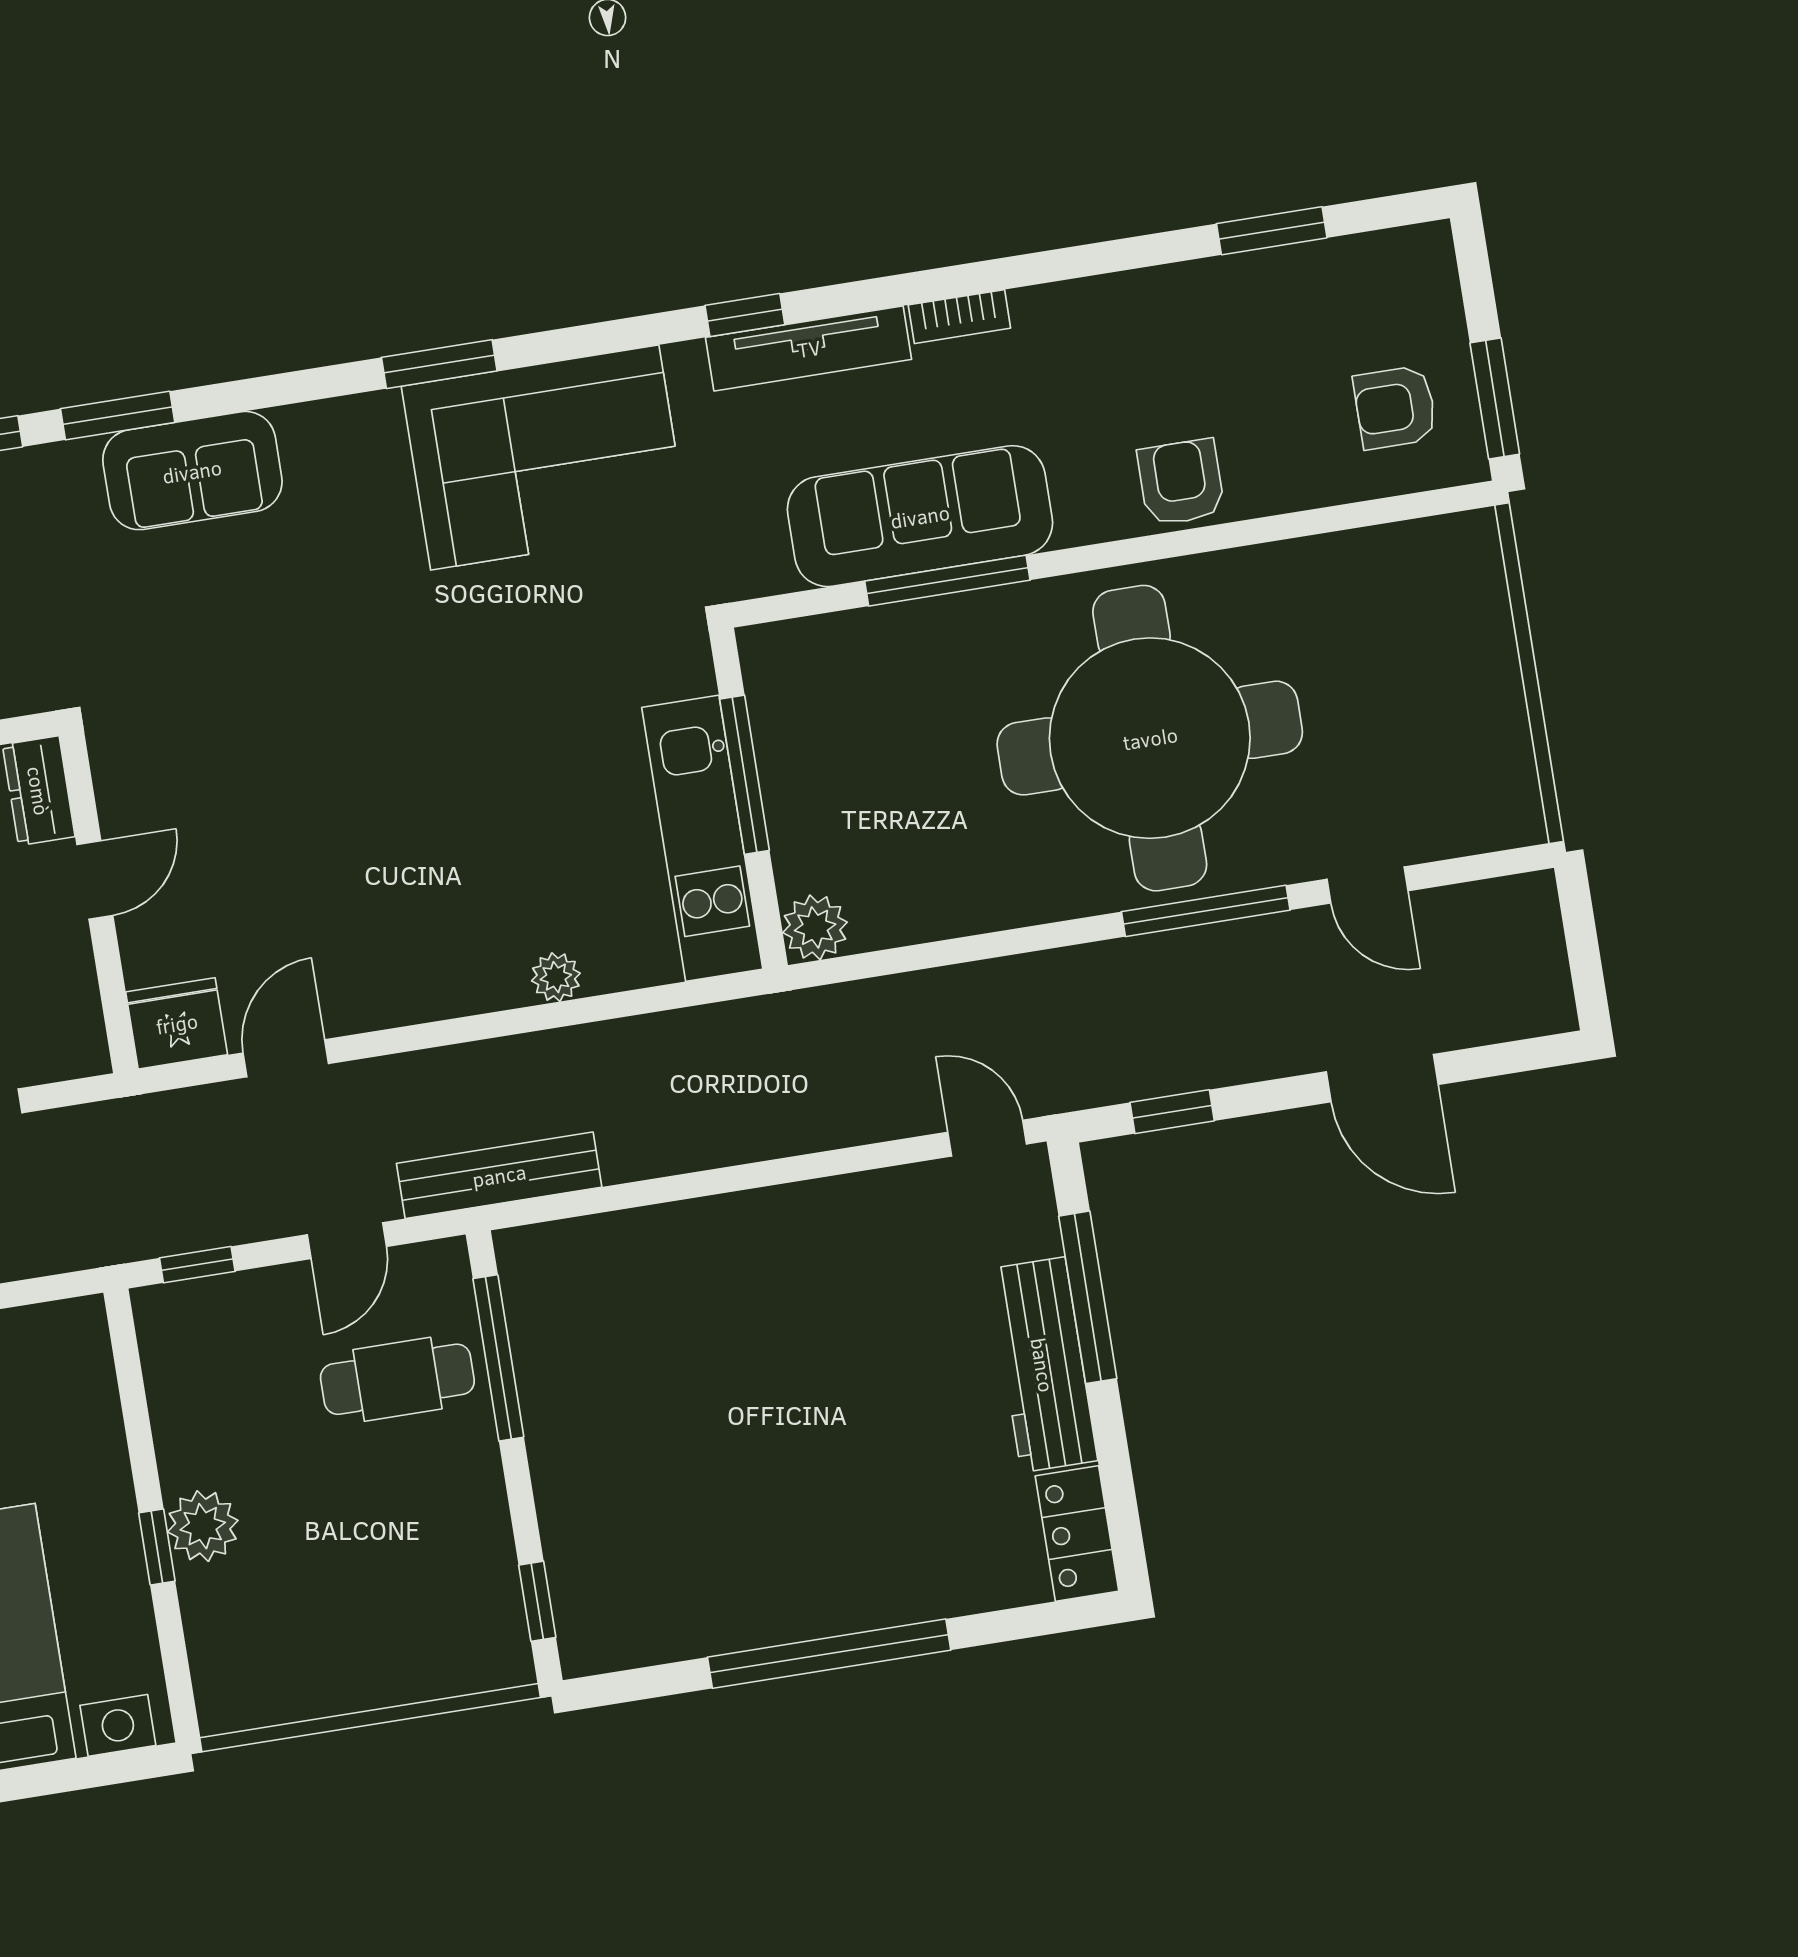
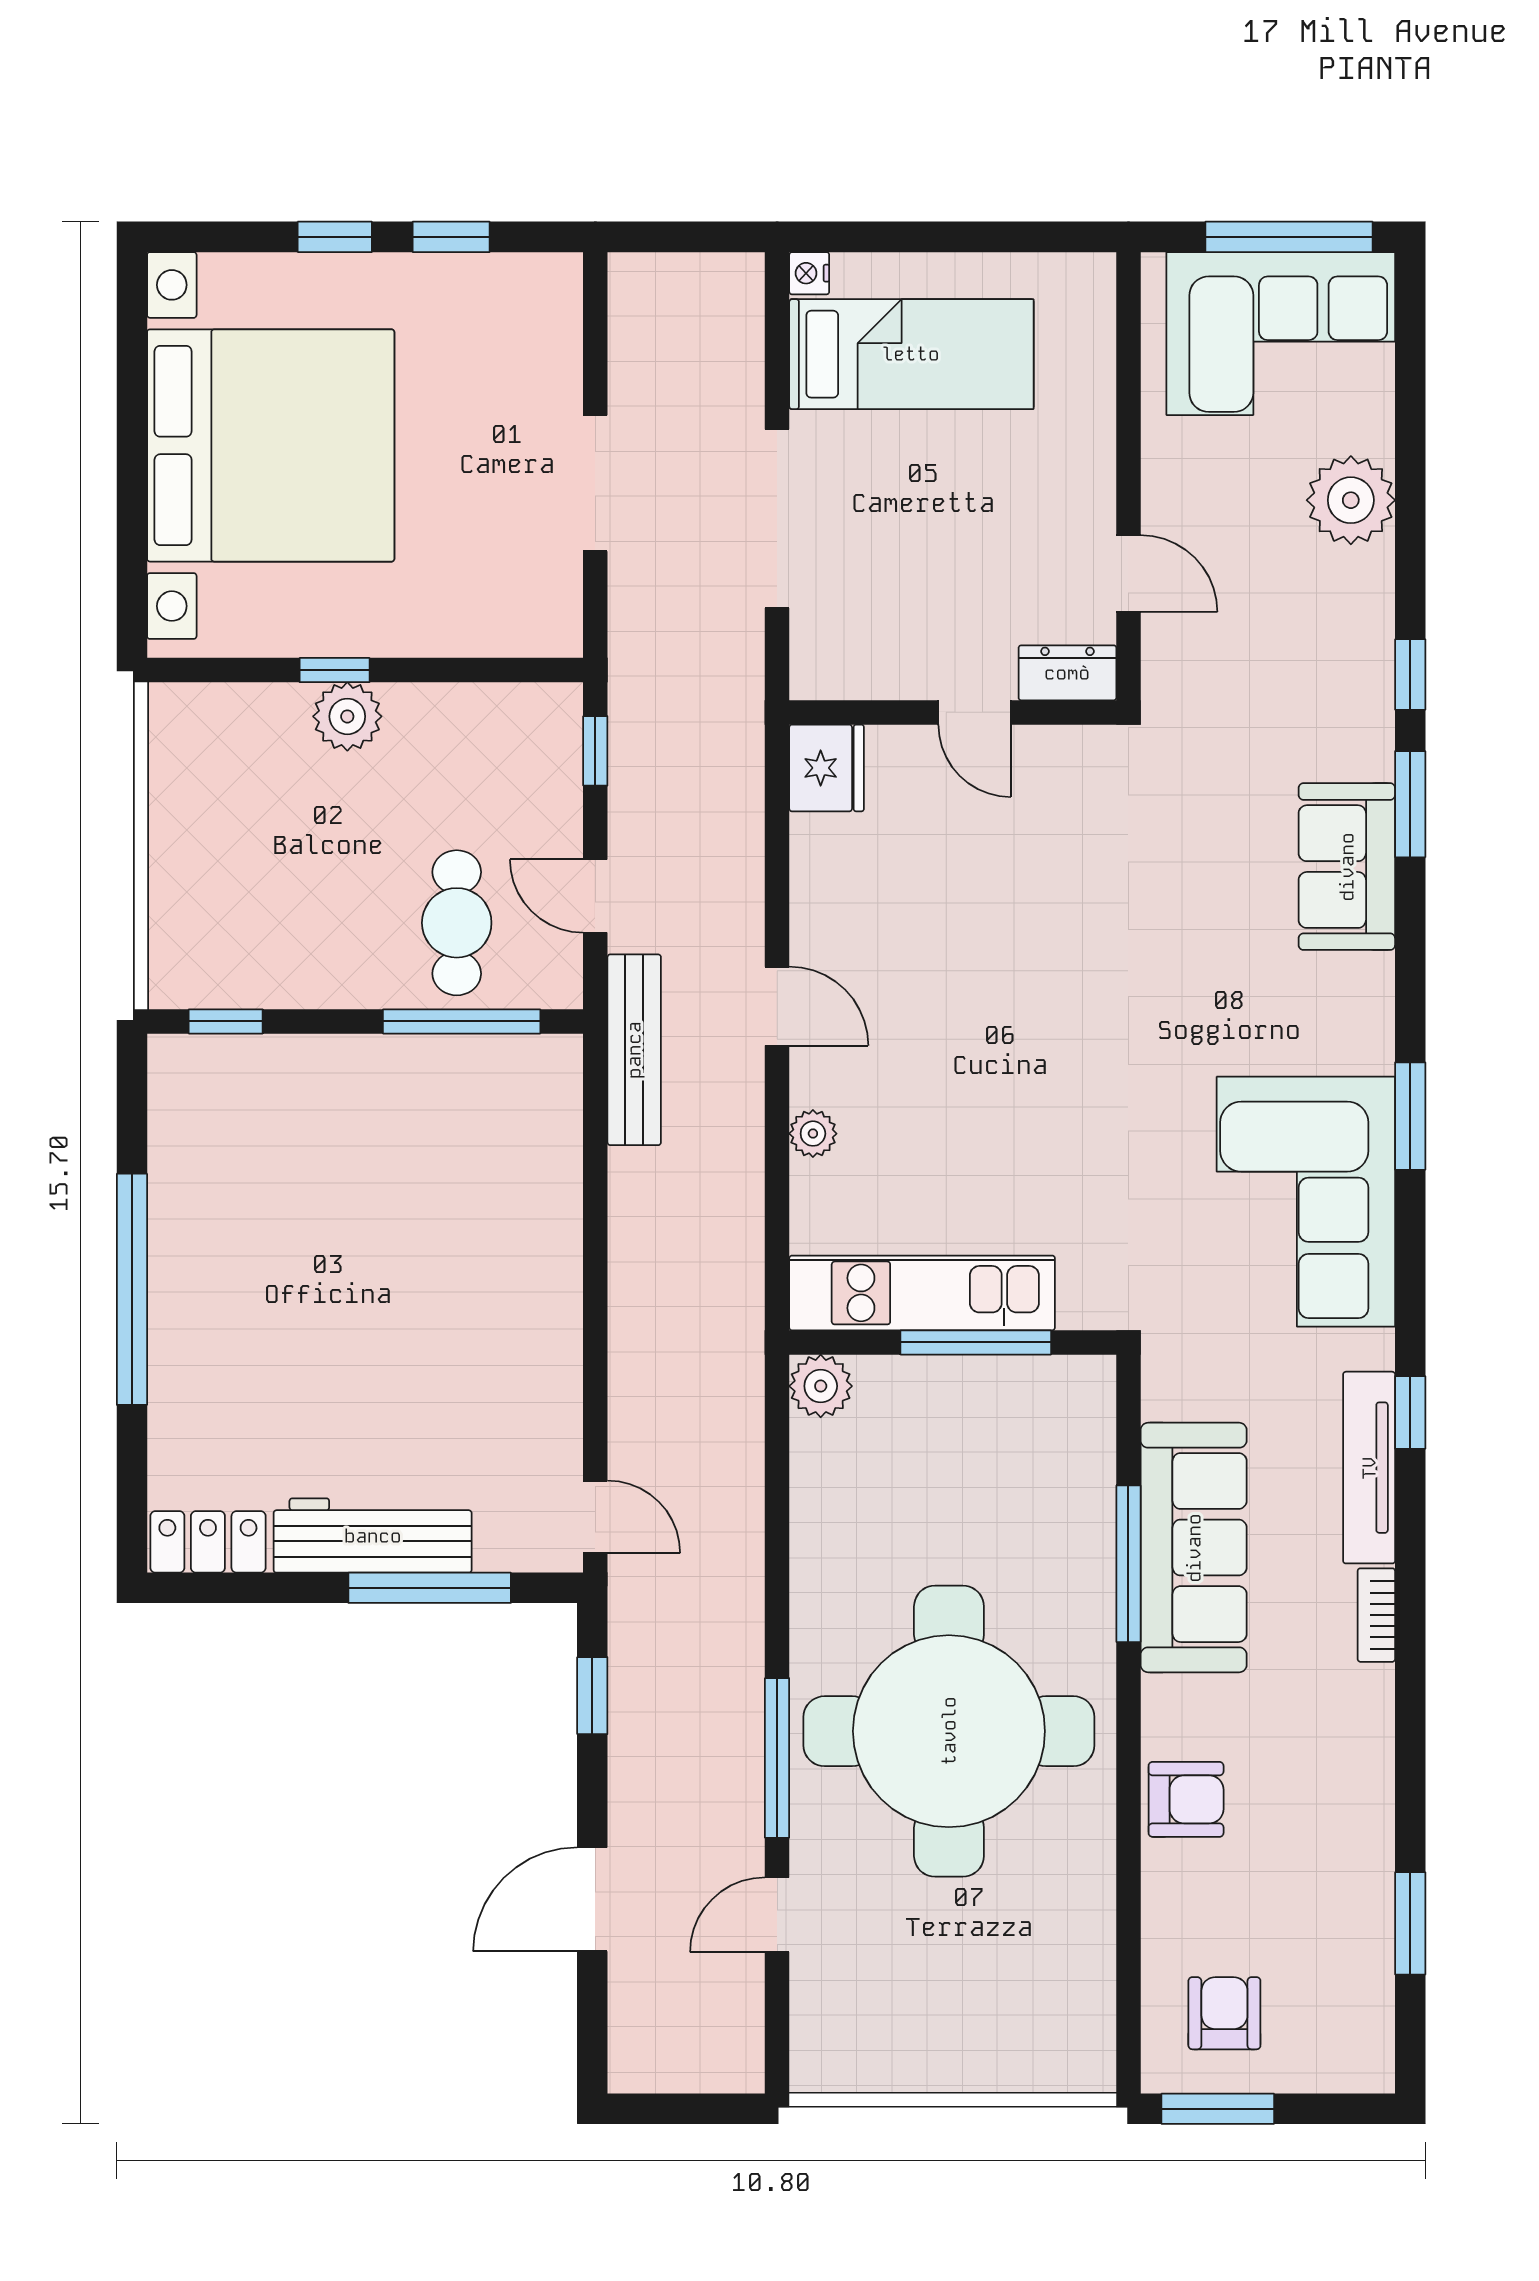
door: (286, 1058) -> (777, 1006), moved
door: (987, 1138) -> (595, 1517), hinge flipped

